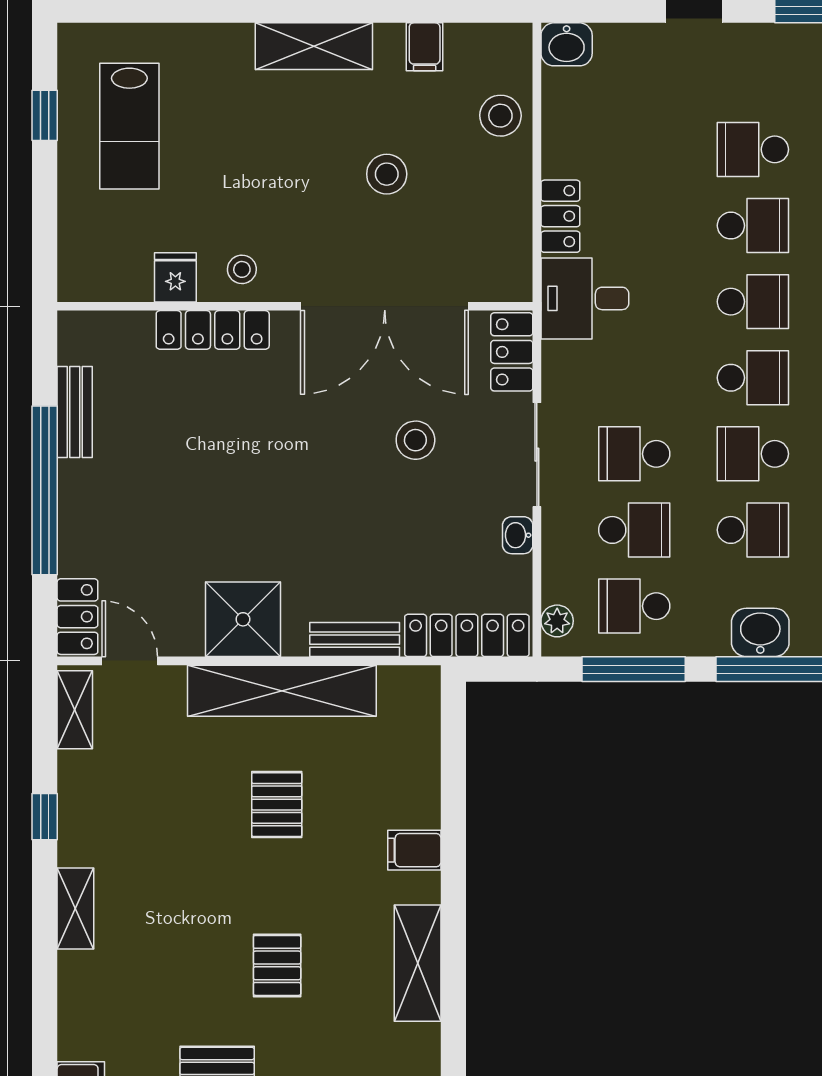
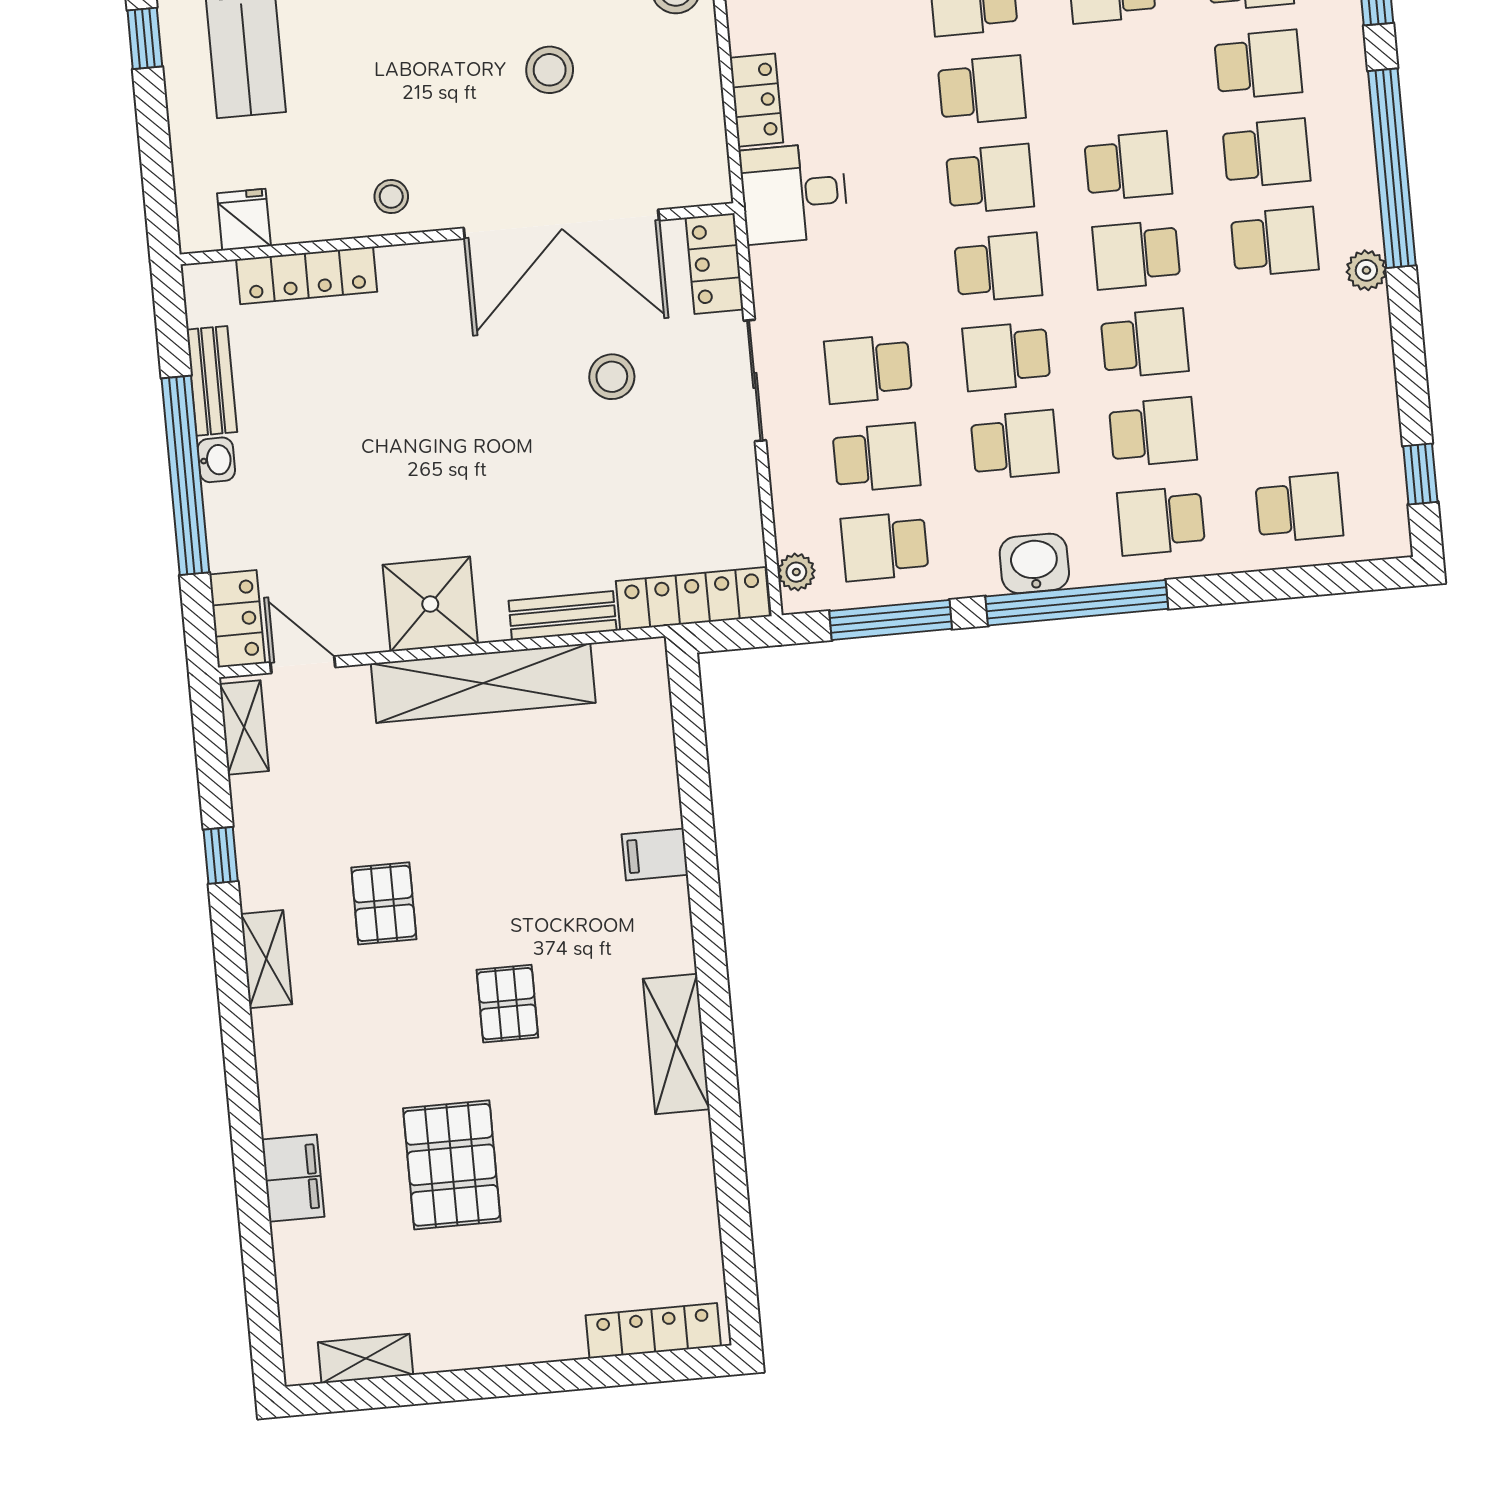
fridge: (175, 277) -> (244, 220), moved
locker: (213, 330) -> (307, 276), moved
washbasin: (518, 535) -> (216, 460), moved, turned 180
pallet: (277, 805) -> (384, 903), moved
shelving: (418, 963) -> (676, 1044), moved

